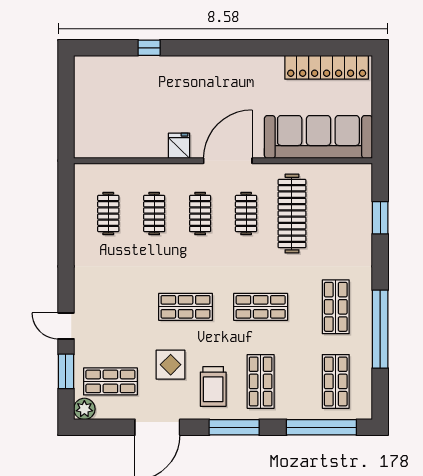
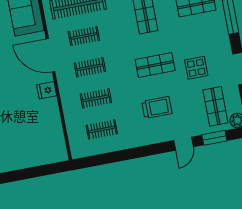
shop shelf: (186, 307) -> (155, 65), turned 90
trolley: (213, 386) -> (157, 107), moved

